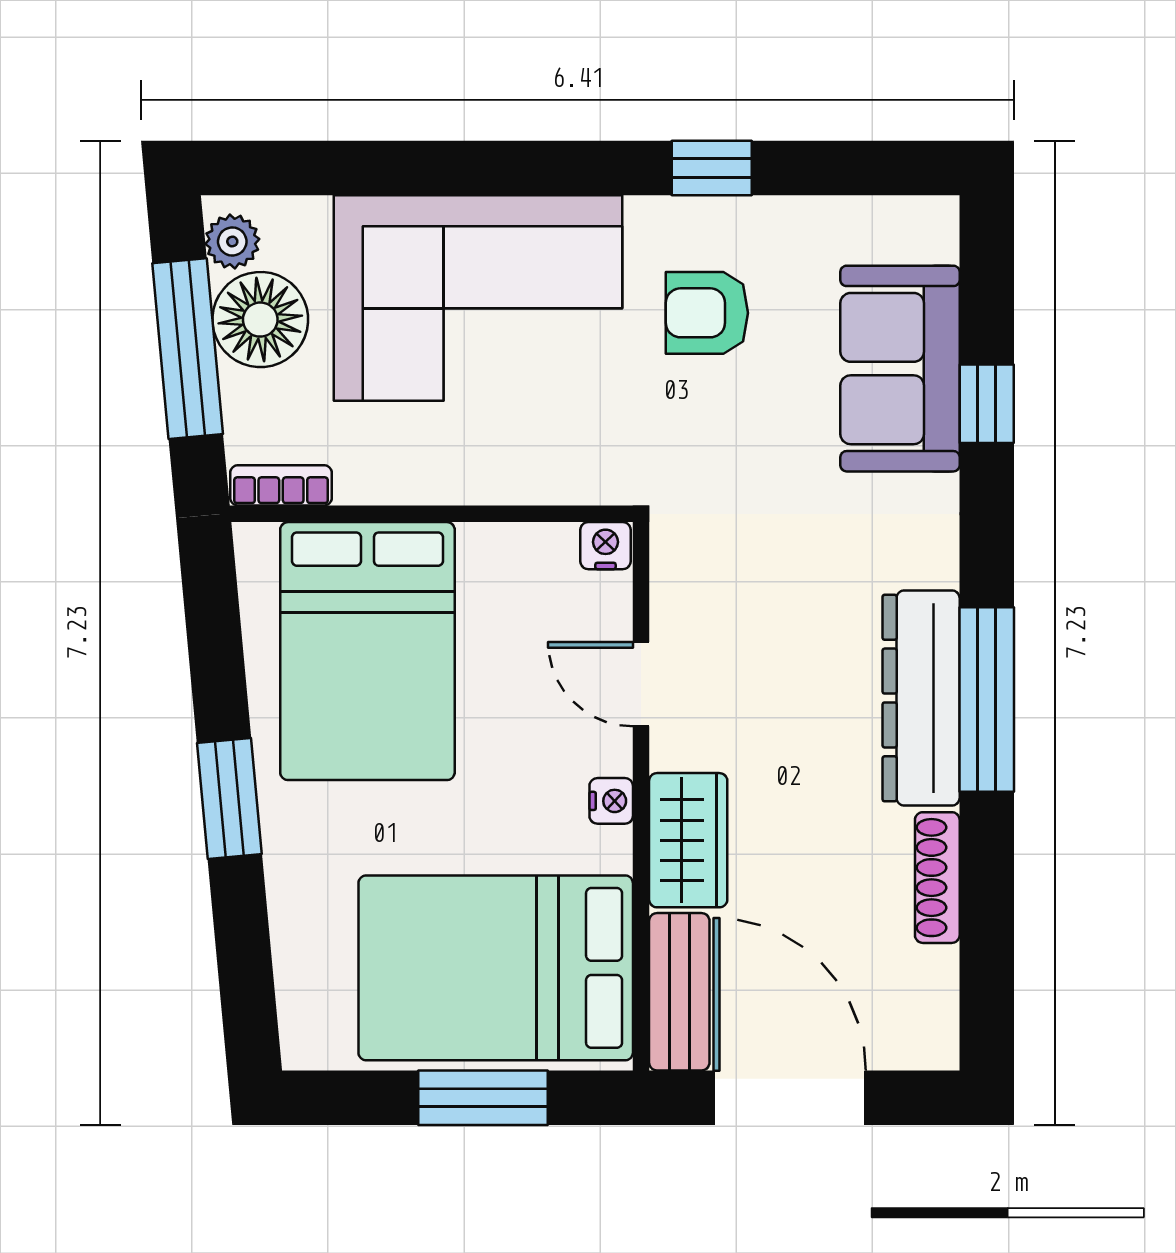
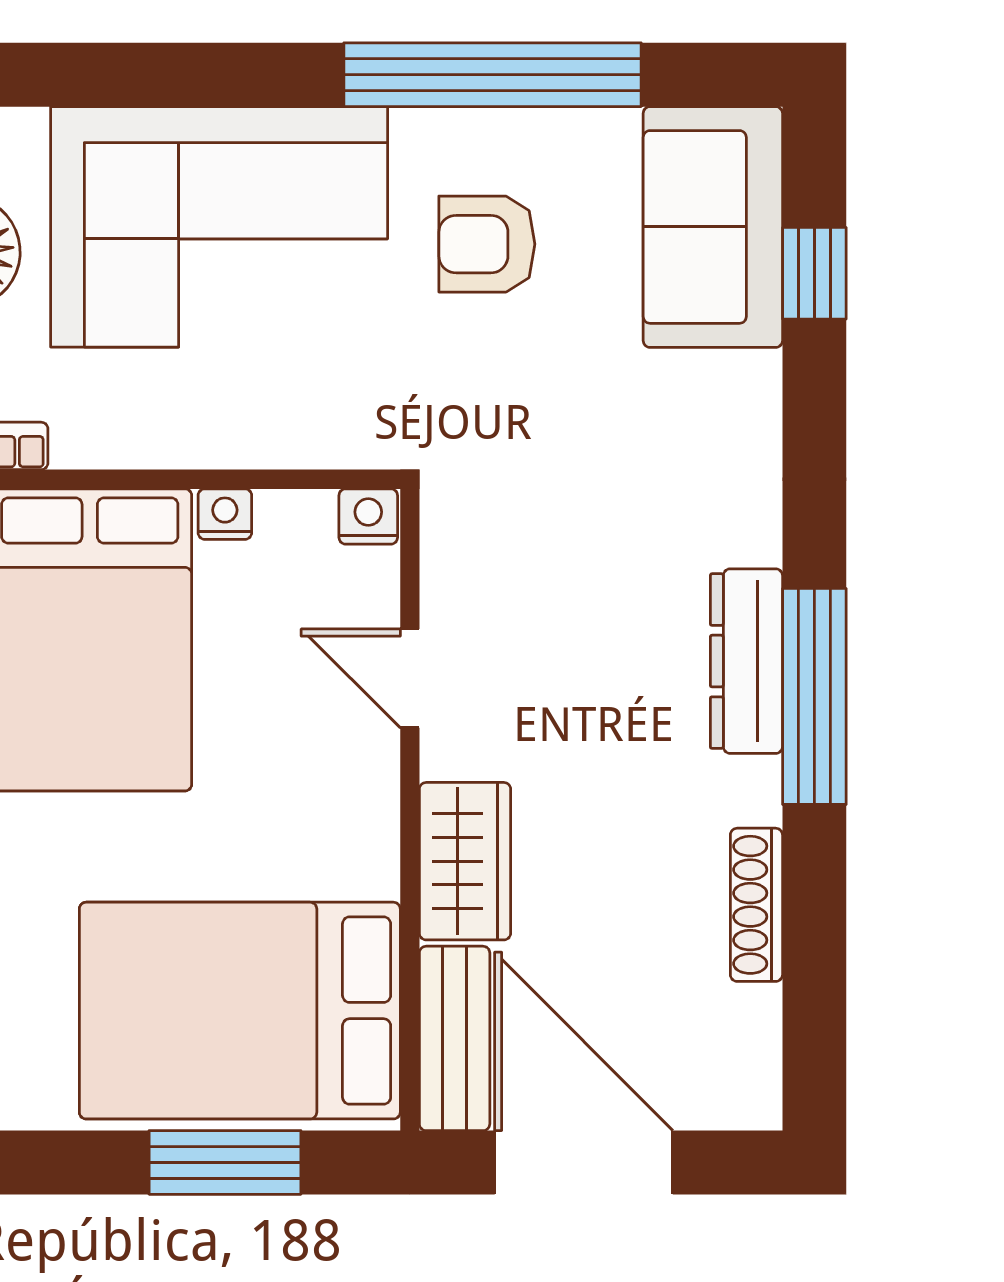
window: (712, 168) -> (492, 75), width x3.17
sofa: (900, 369) -> (713, 227), moved
window: (987, 404) -> (814, 273), moved
dresser: (921, 698) -> (746, 661), width x0.73, depth x0.80
nightstand: (611, 801) -> (225, 514), moved, turned -90

